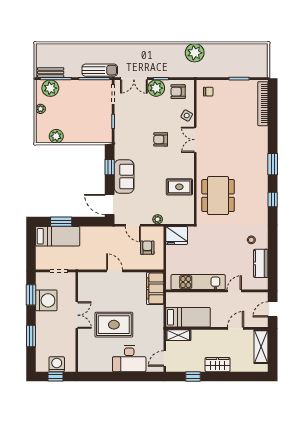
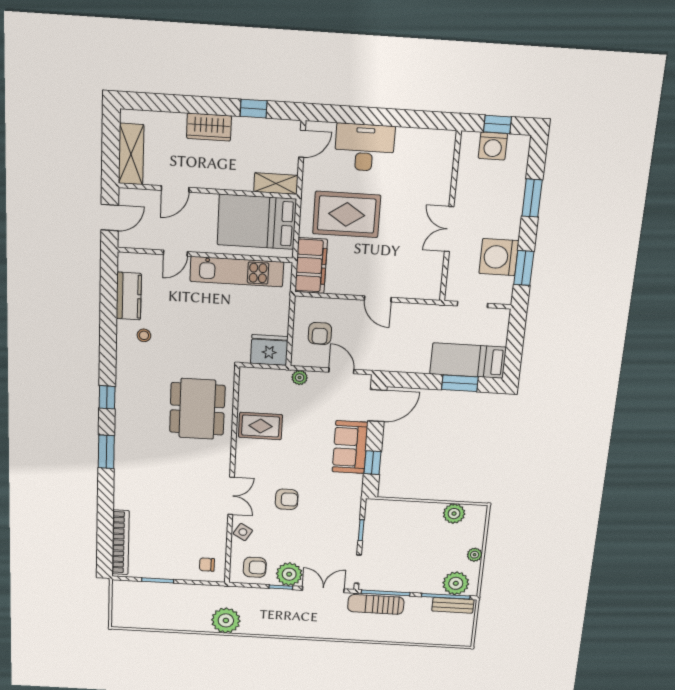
door: (110, 204) -> (377, 406), hinge flipped
bed: (188, 317) -> (257, 222), width x1.50
rug: (114, 325) -> (347, 215), moved

